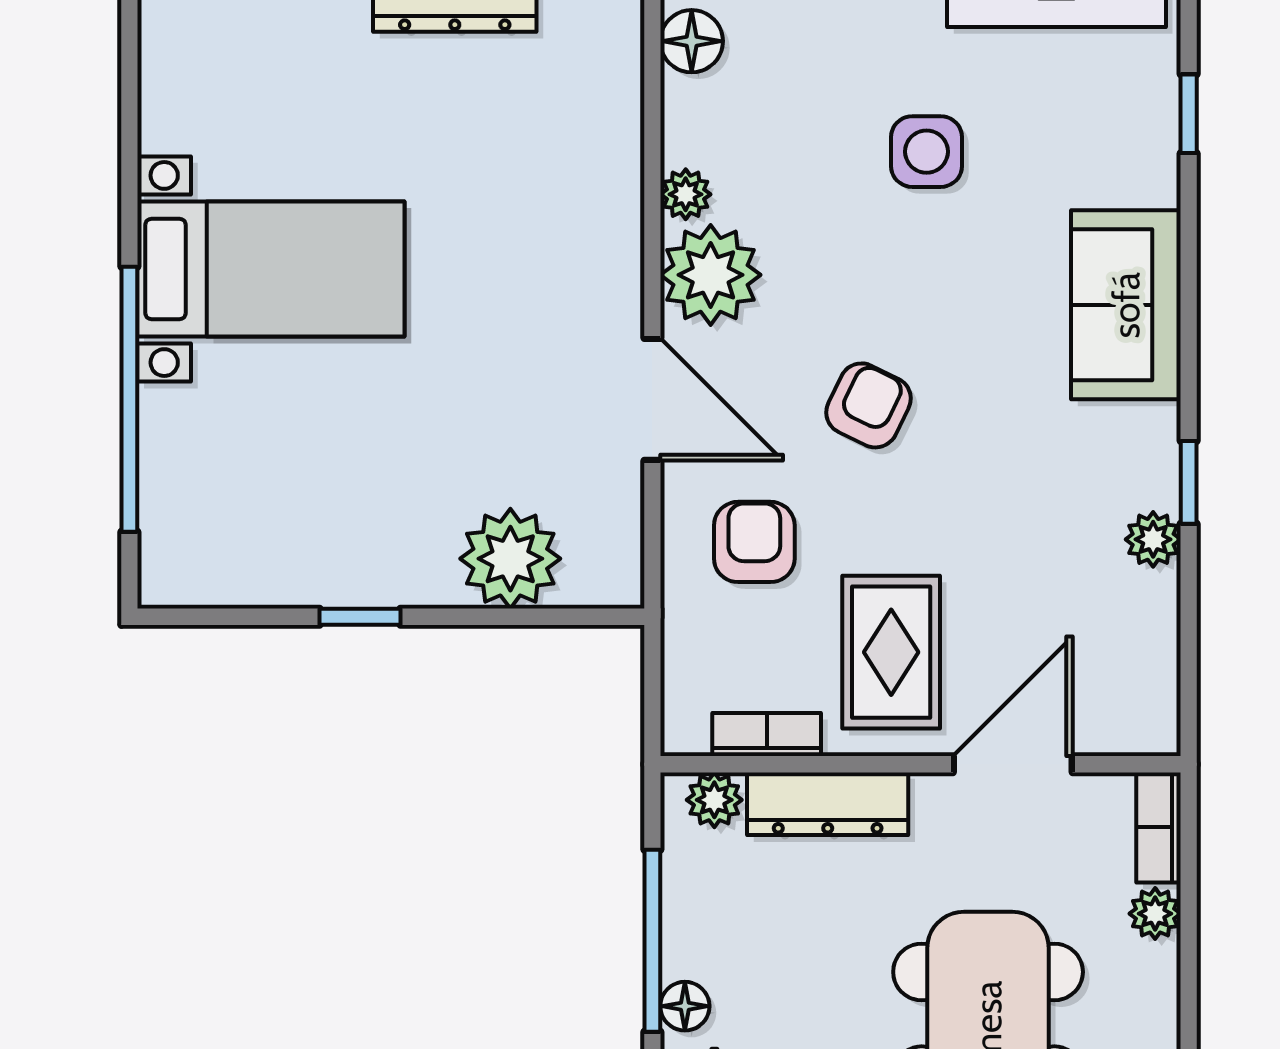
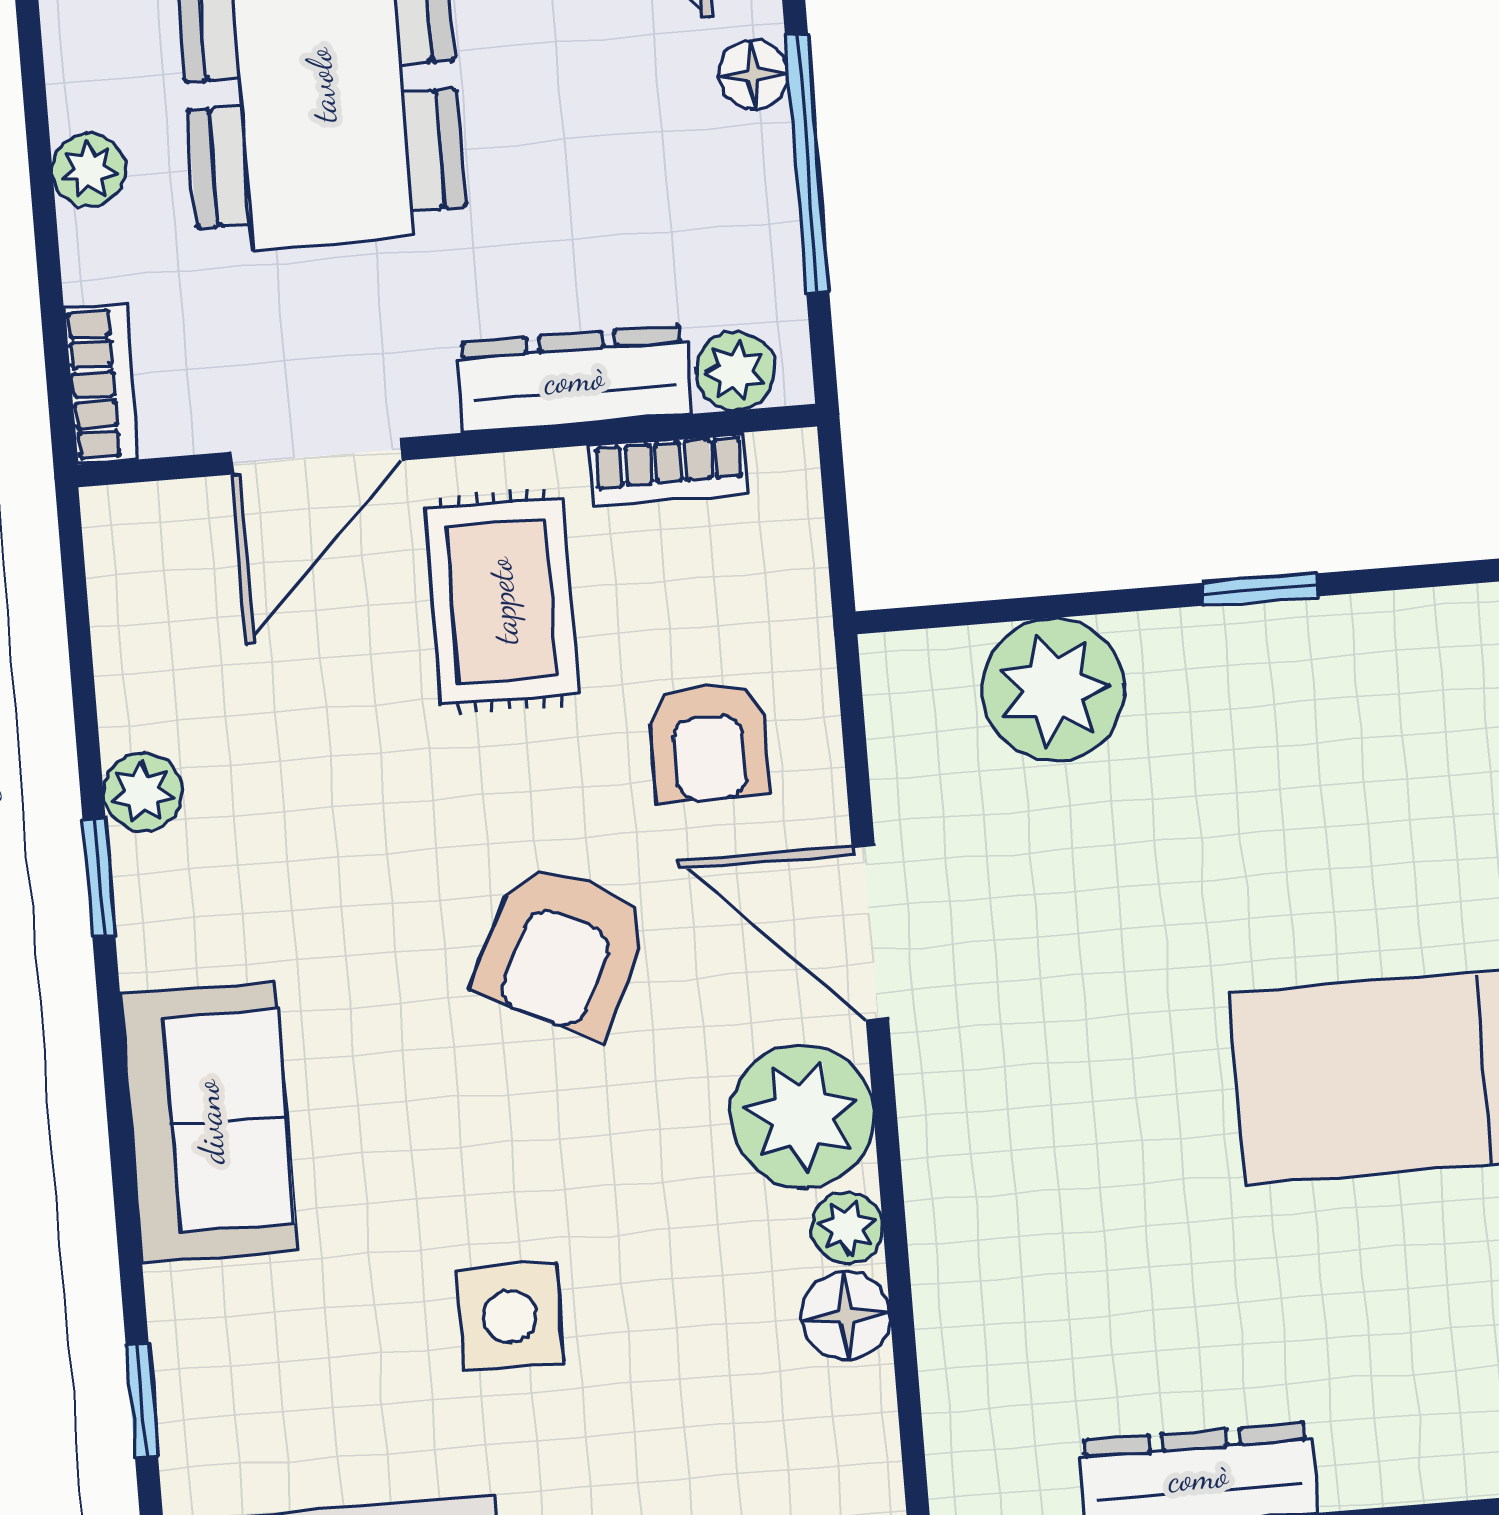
floor lamp: (692, 41) -> (846, 1316), moved
armchair: (868, 405) -> (563, 949), width x1.38, depth x1.38
plant: (1155, 914) -> (89, 170), moved

